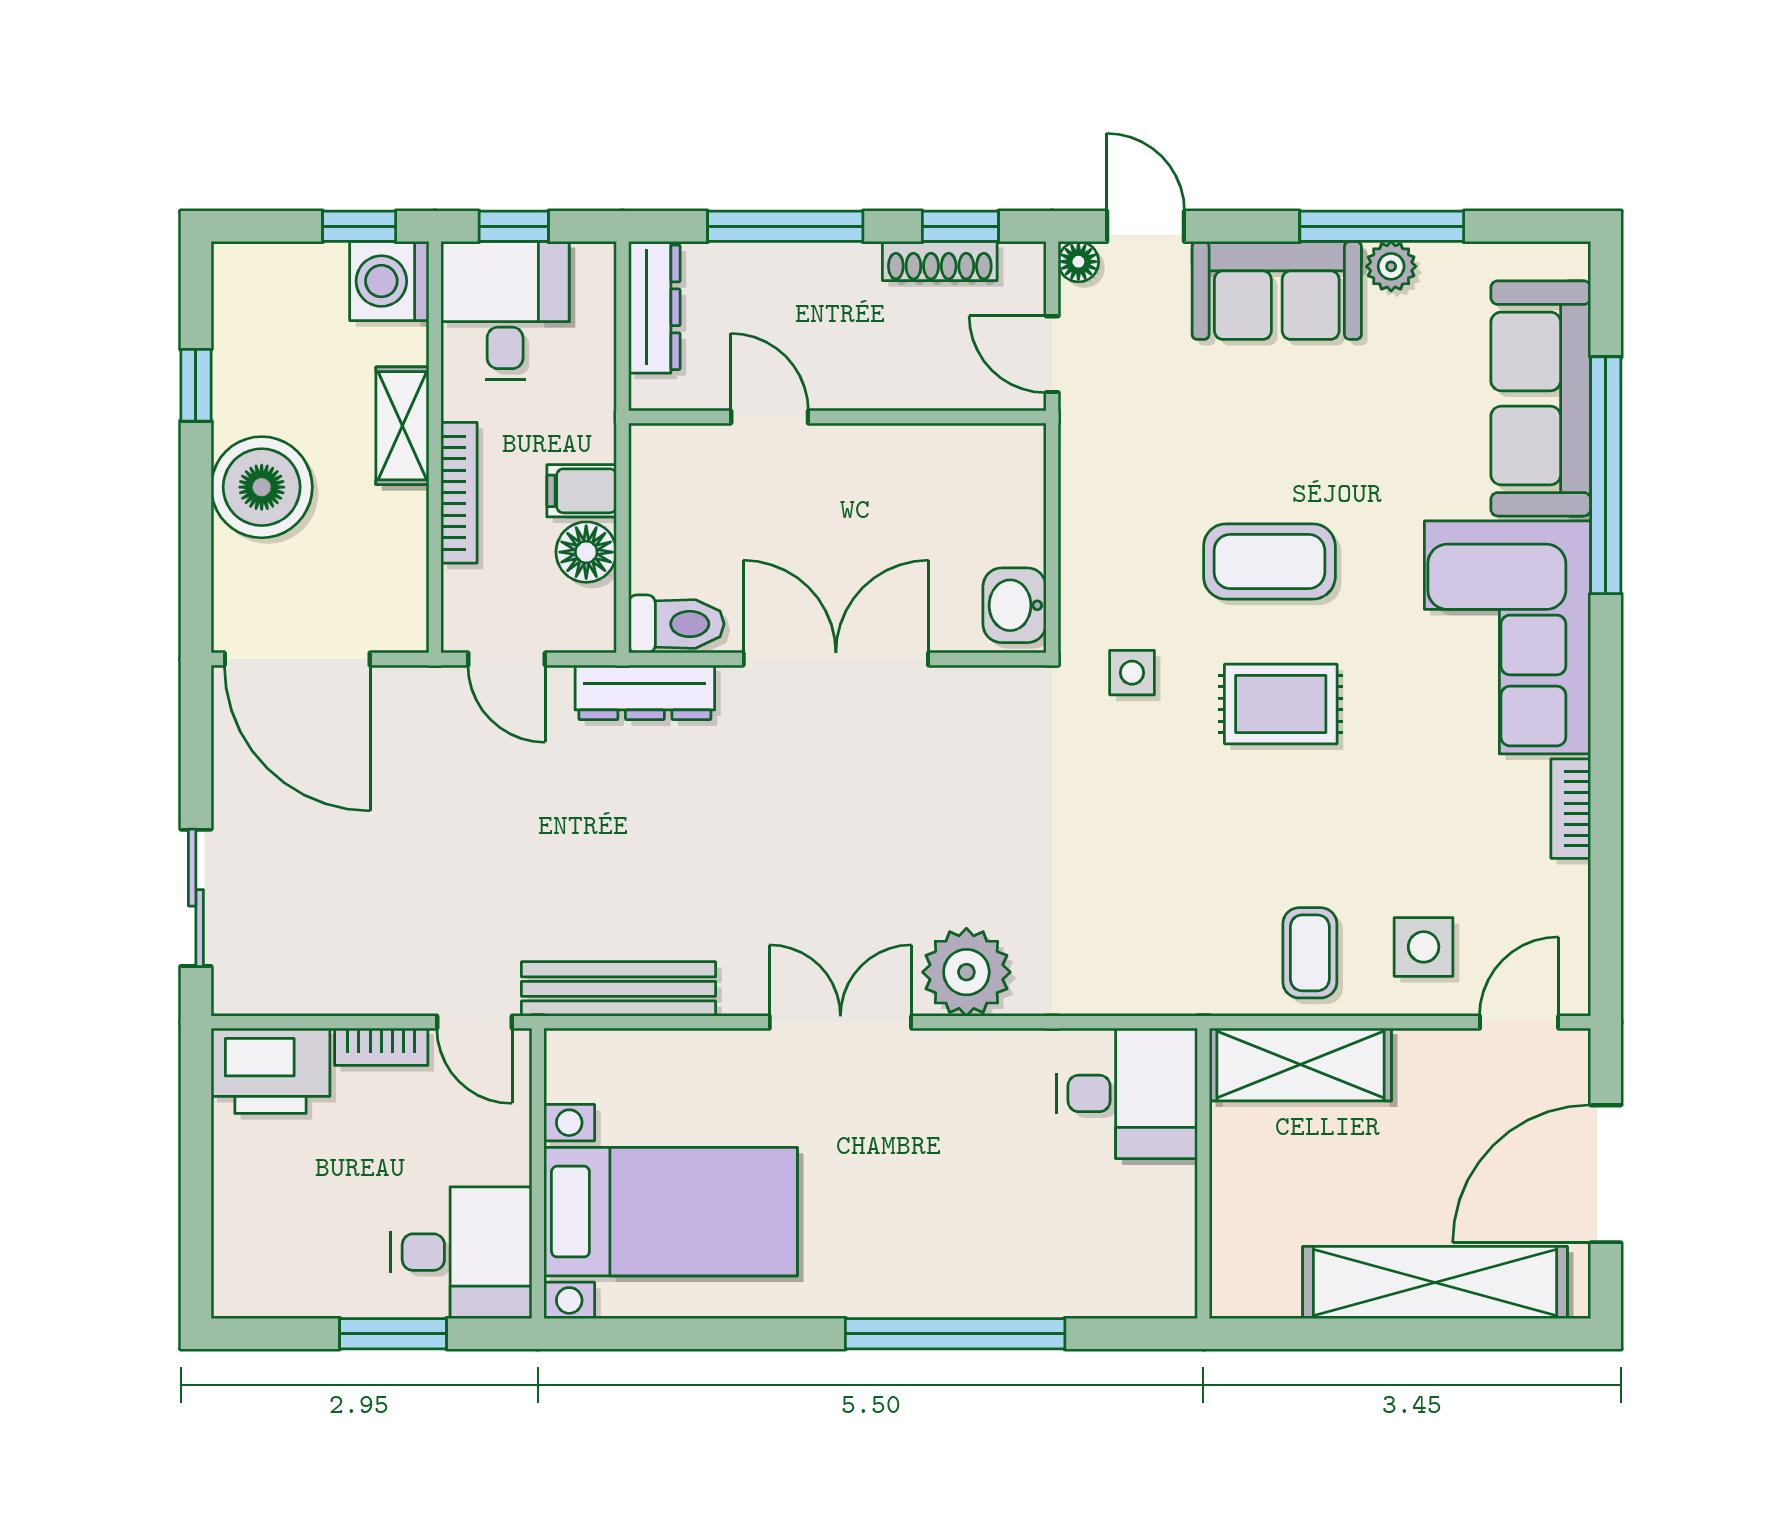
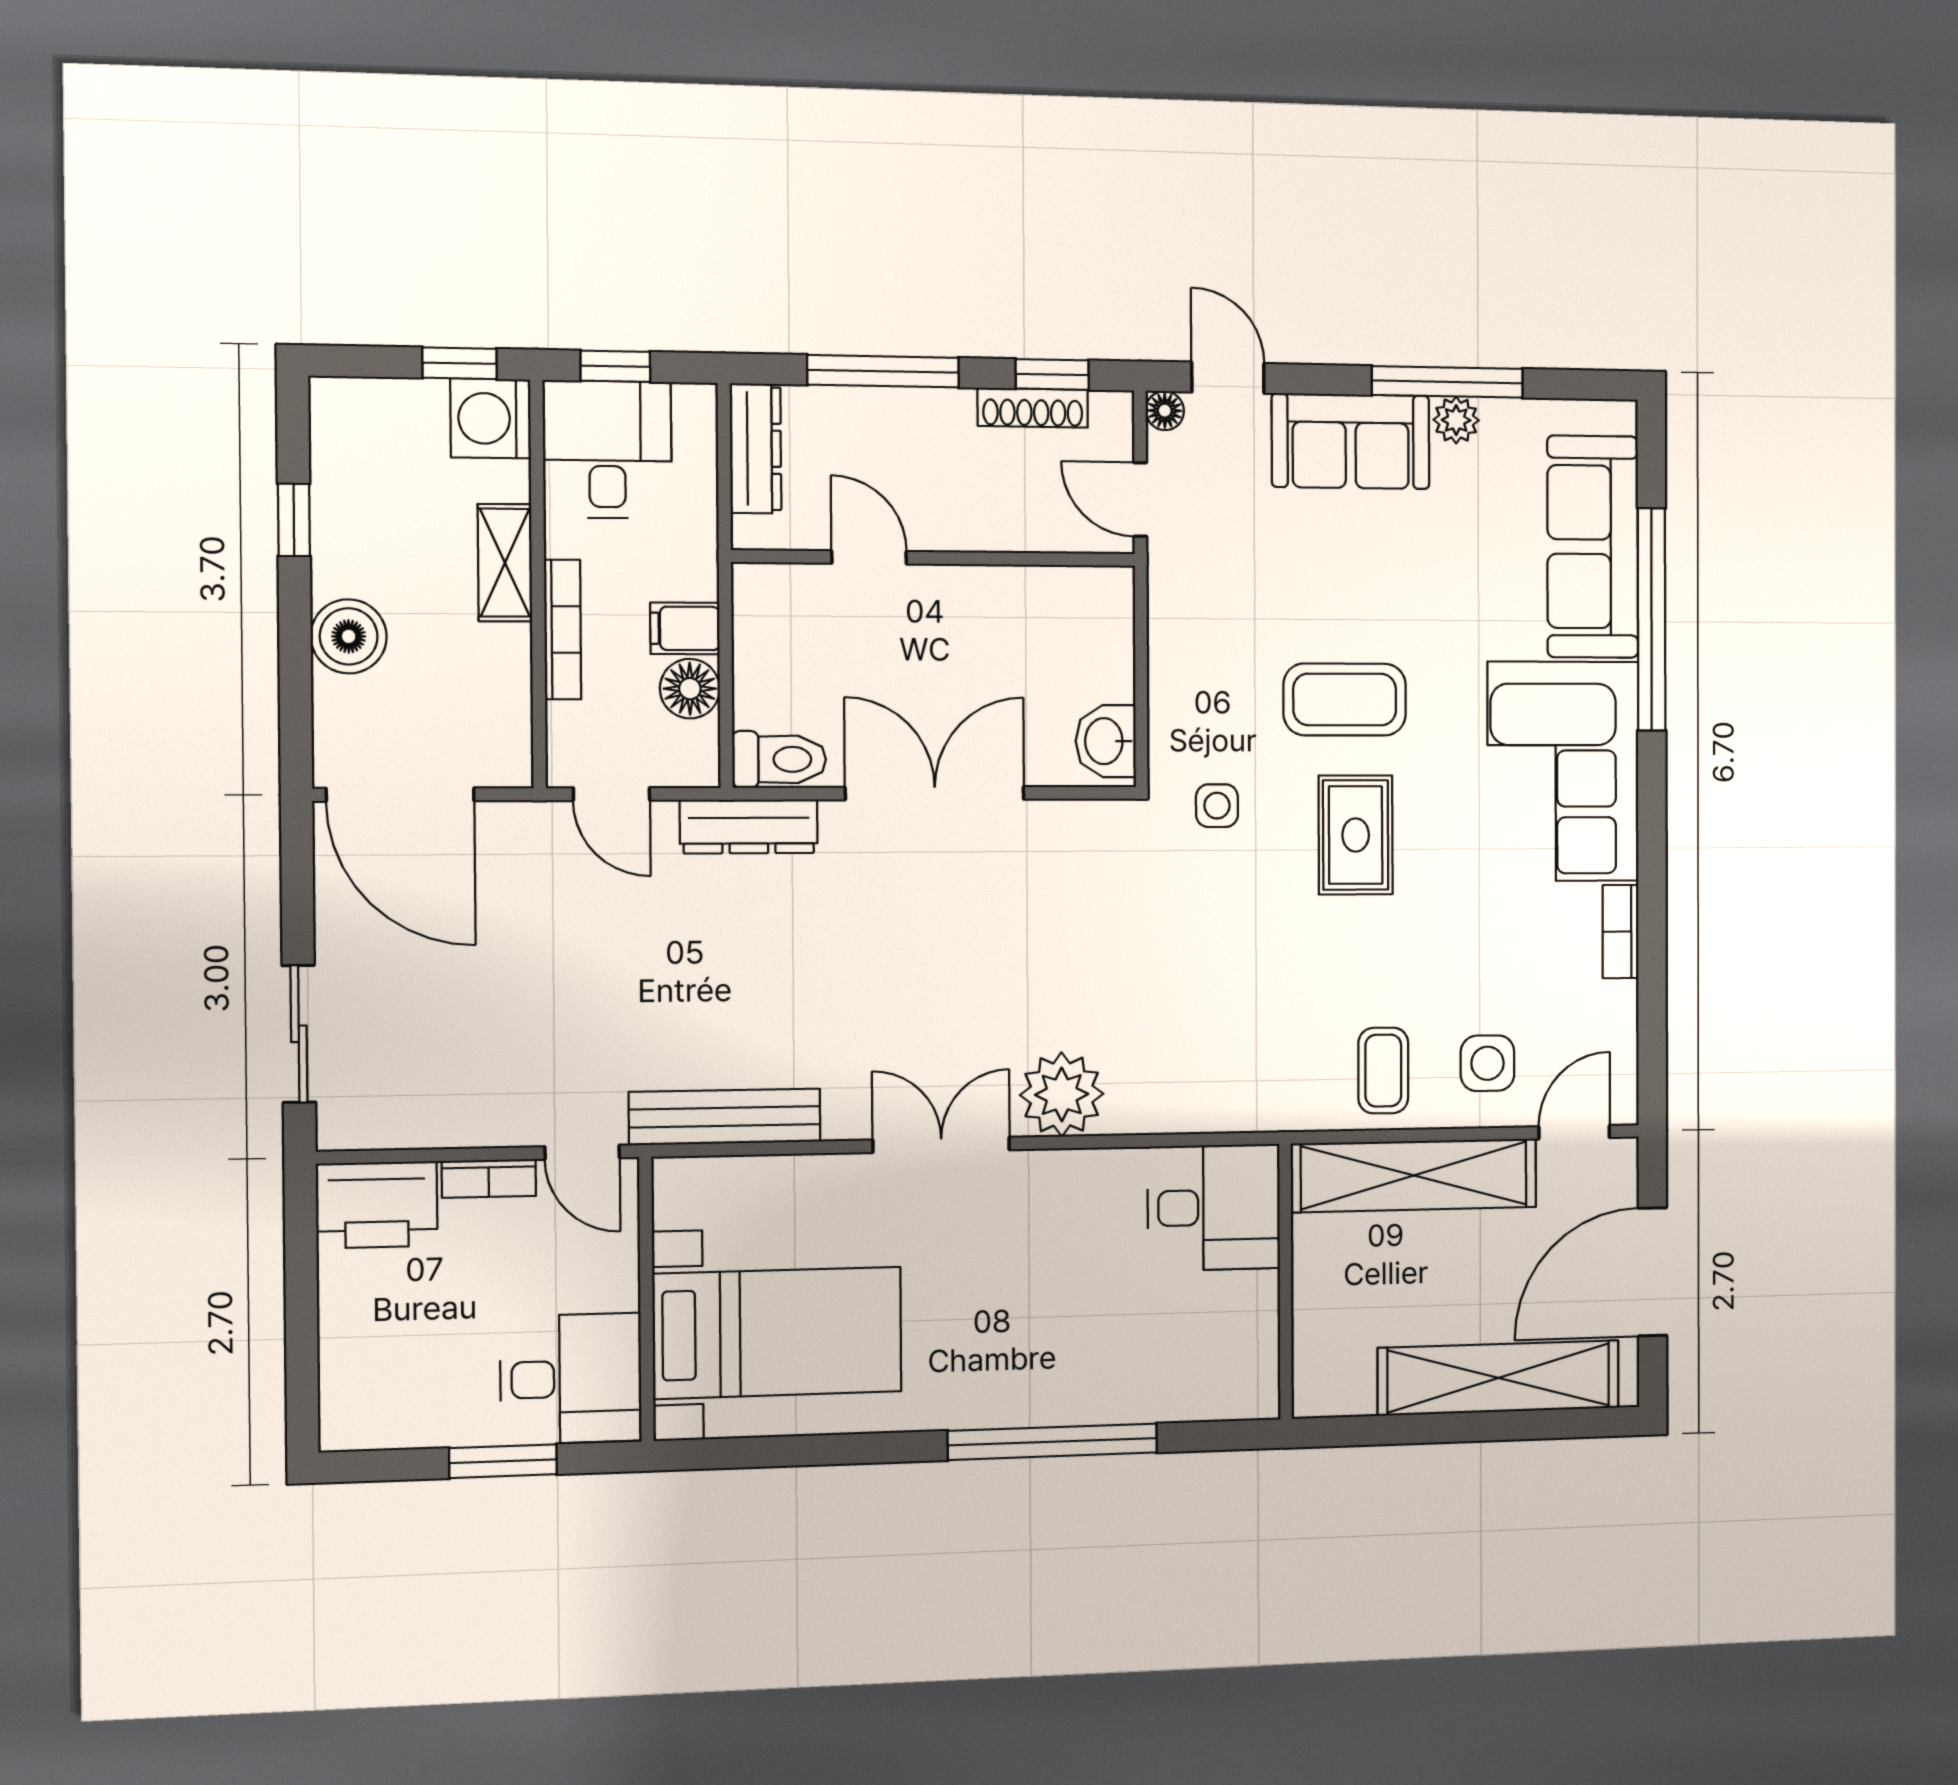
boiler: (262, 487) -> (349, 636), width x0.73, depth x0.73
rug: (1281, 704) -> (1356, 835), turned 90
shelving: (1300, 1065) -> (1414, 1175), width x1.47

